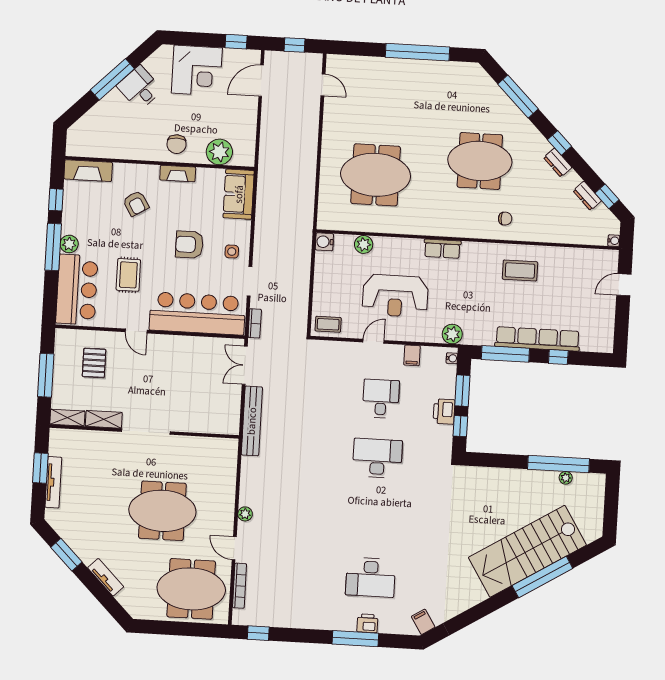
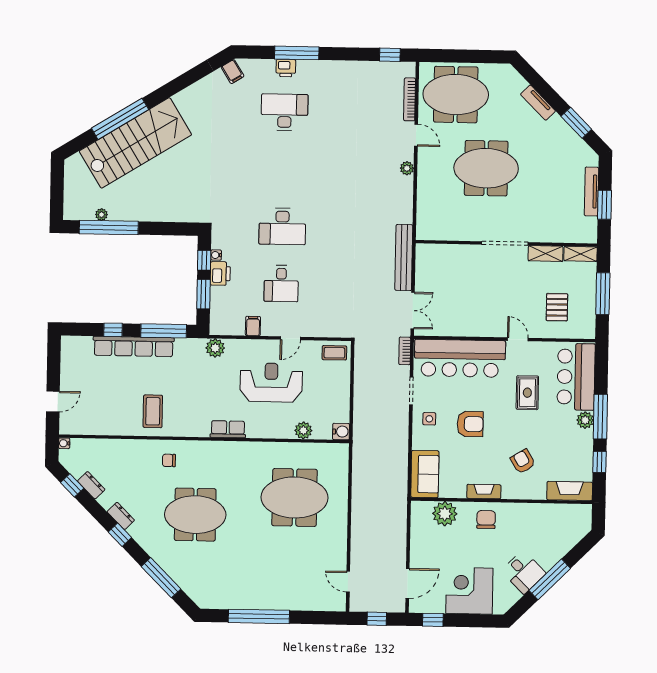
coffee table: (520, 270) -> (153, 411), turned 90
water cooler: (452, 358) -> (216, 255), moved

